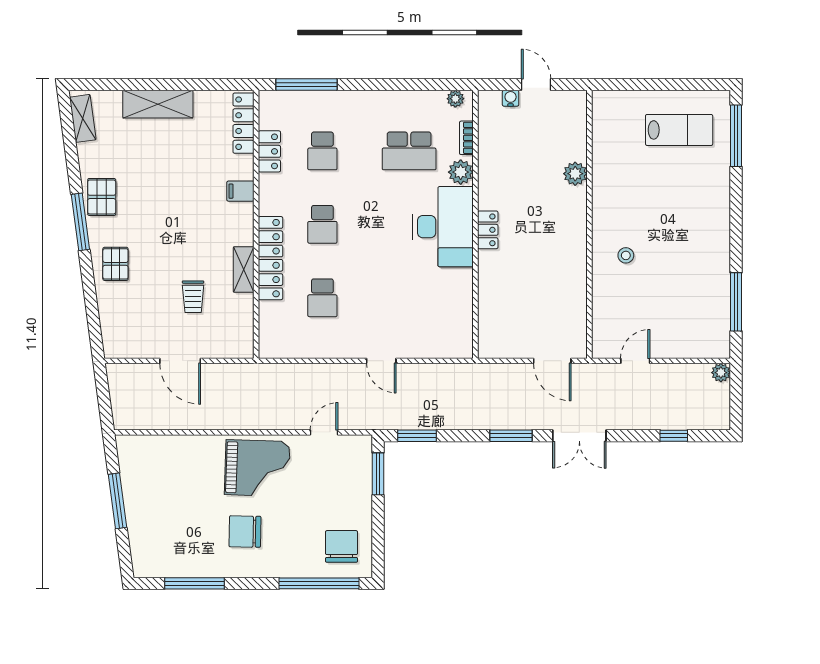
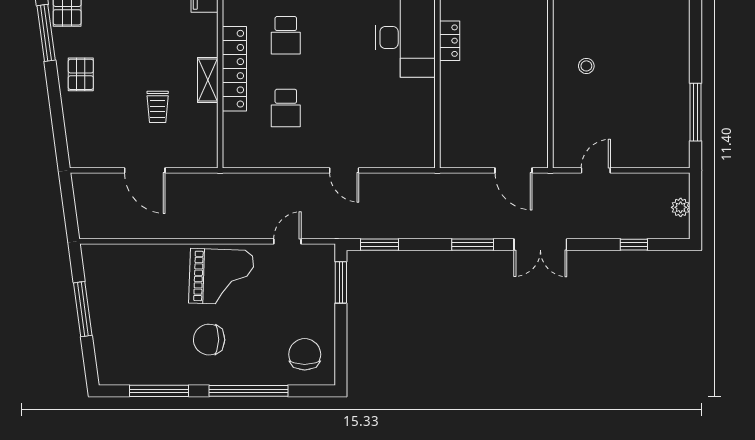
plant: (721, 373) -> (681, 207), moved
window: (319, 583) -> (249, 391), moved

